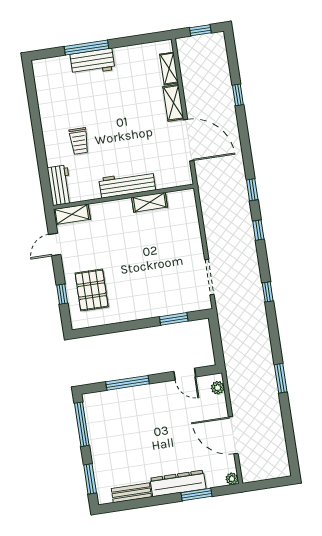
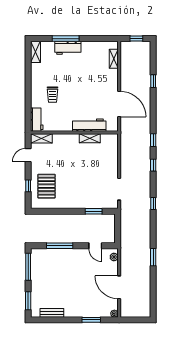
shelving: (173, 103) -> (36, 52), moved
workbench: (127, 184) -> (89, 125), moved
dresser: (178, 483) -> (81, 312), removed

